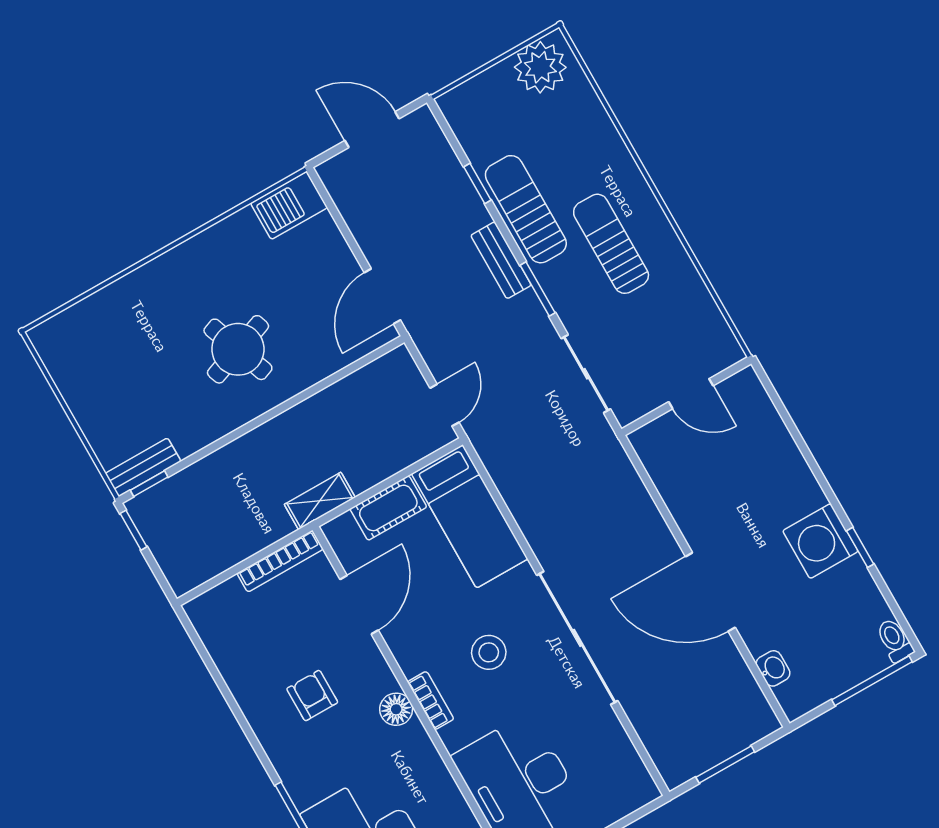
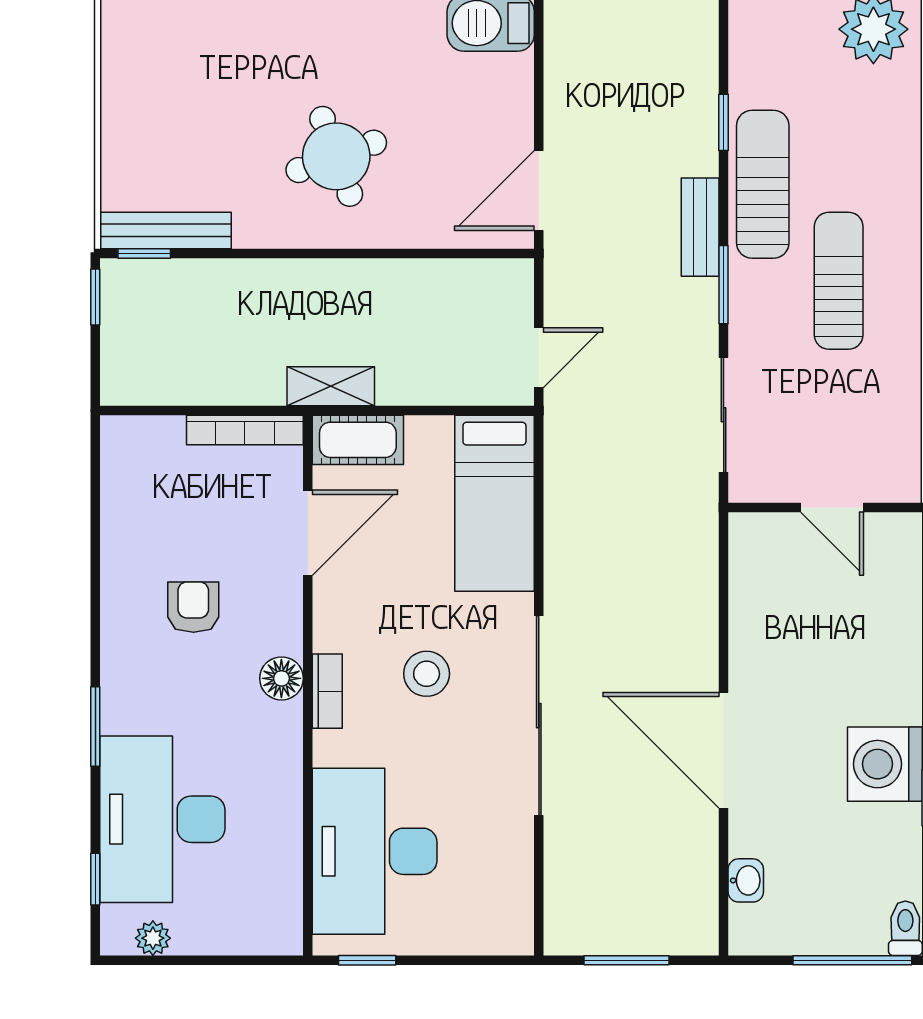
bench: (143, 467) -> (166, 230), width x1.36
cot: (388, 508) -> (358, 440), moved

